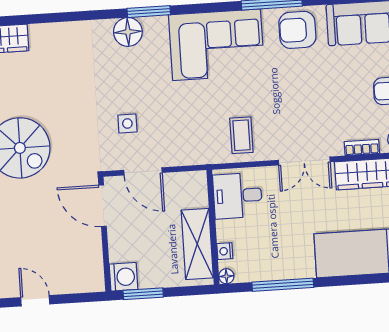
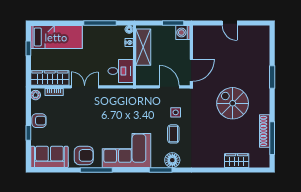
coffee table: (241, 135) -> (173, 134), moved
door: (103, 206) -> (191, 70), hinge flipped

